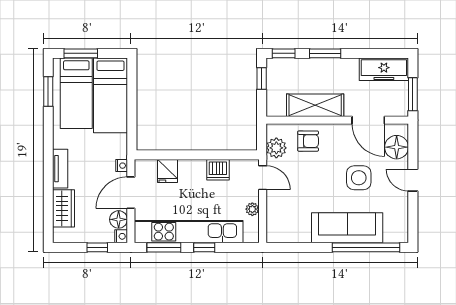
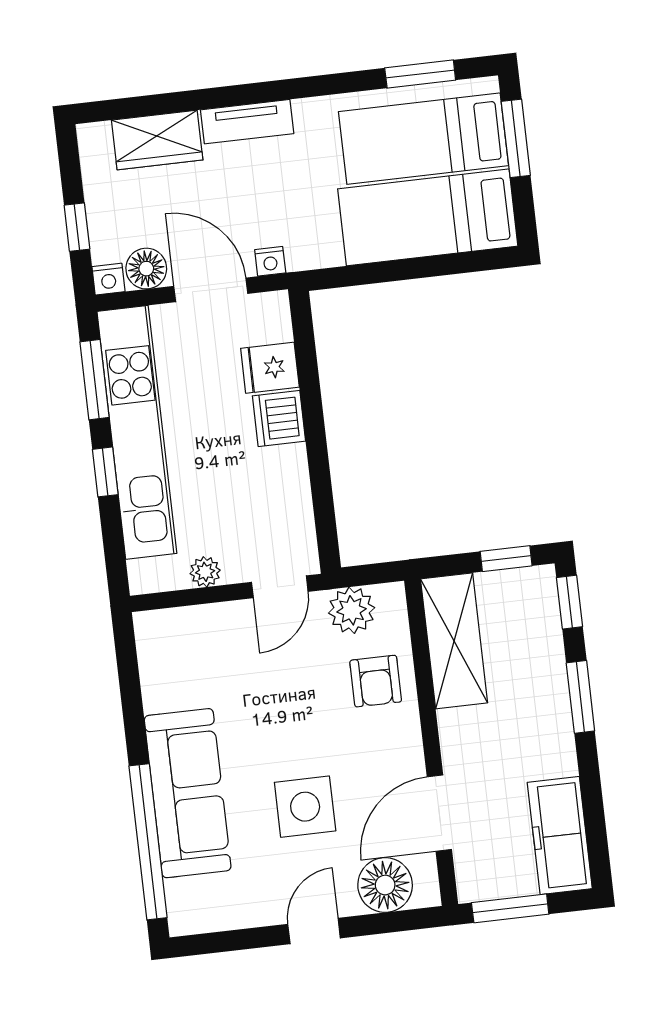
shelving: (315, 105) -> (454, 641), moved
dishwasher: (218, 170) -> (279, 418), moved

